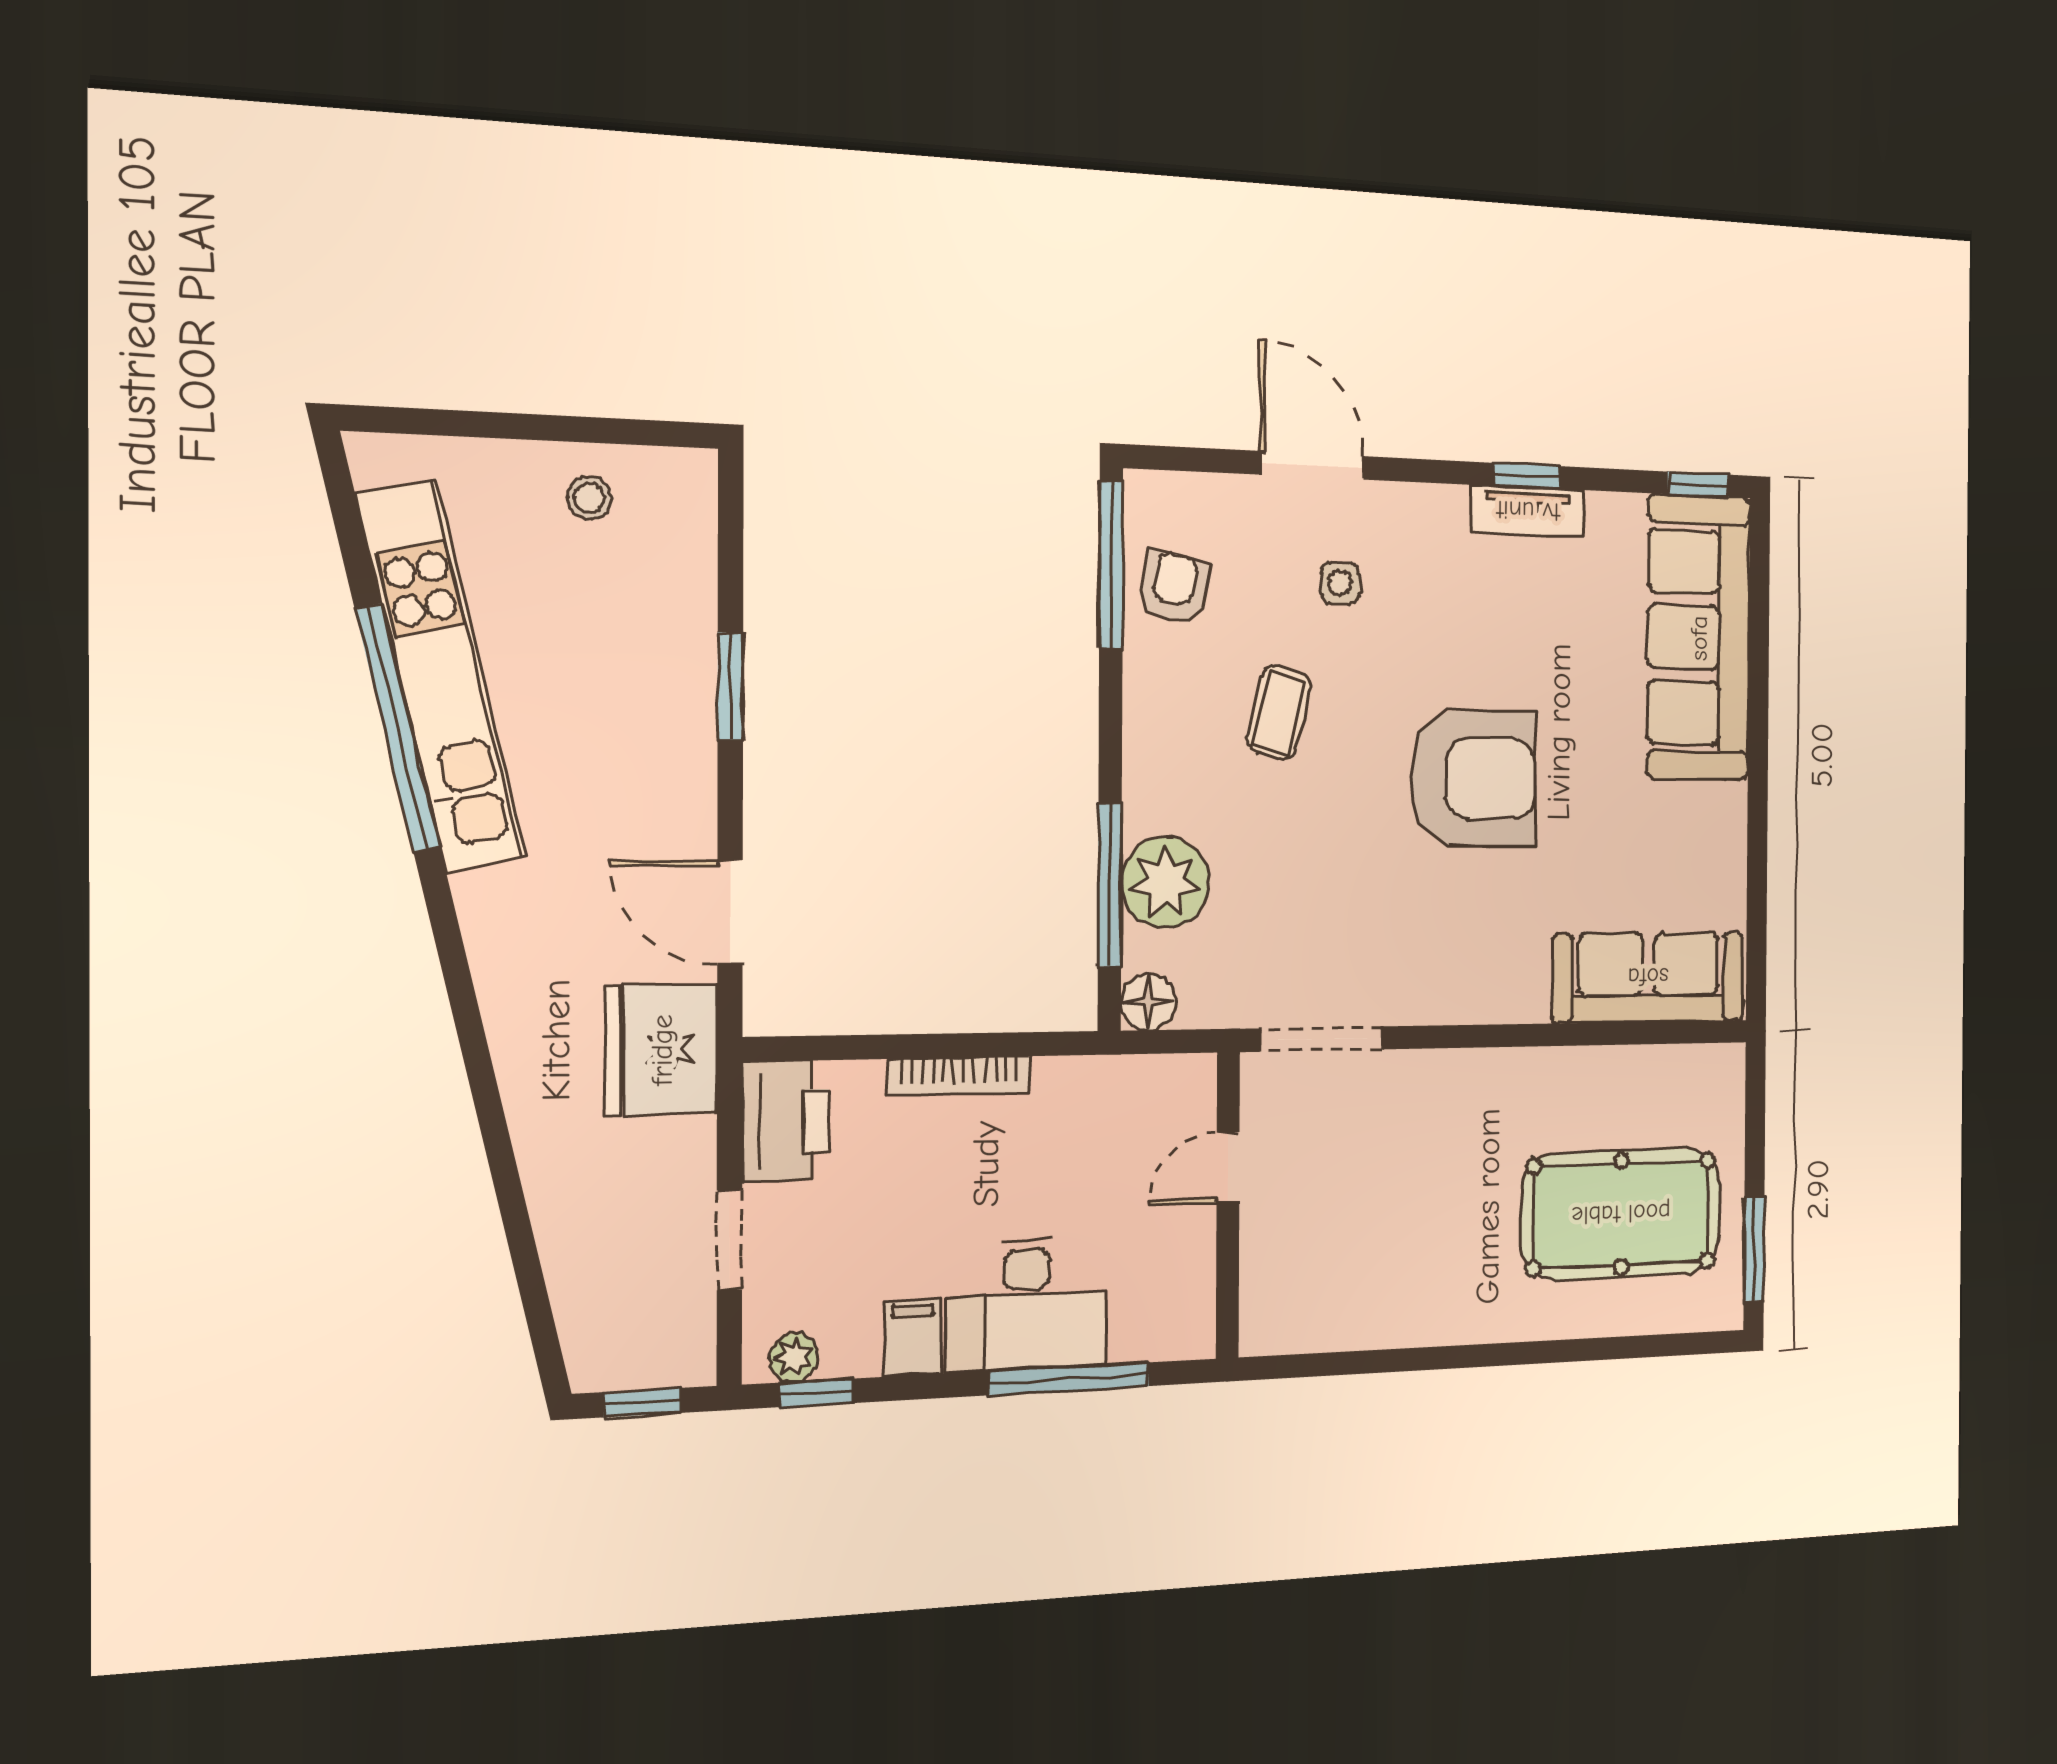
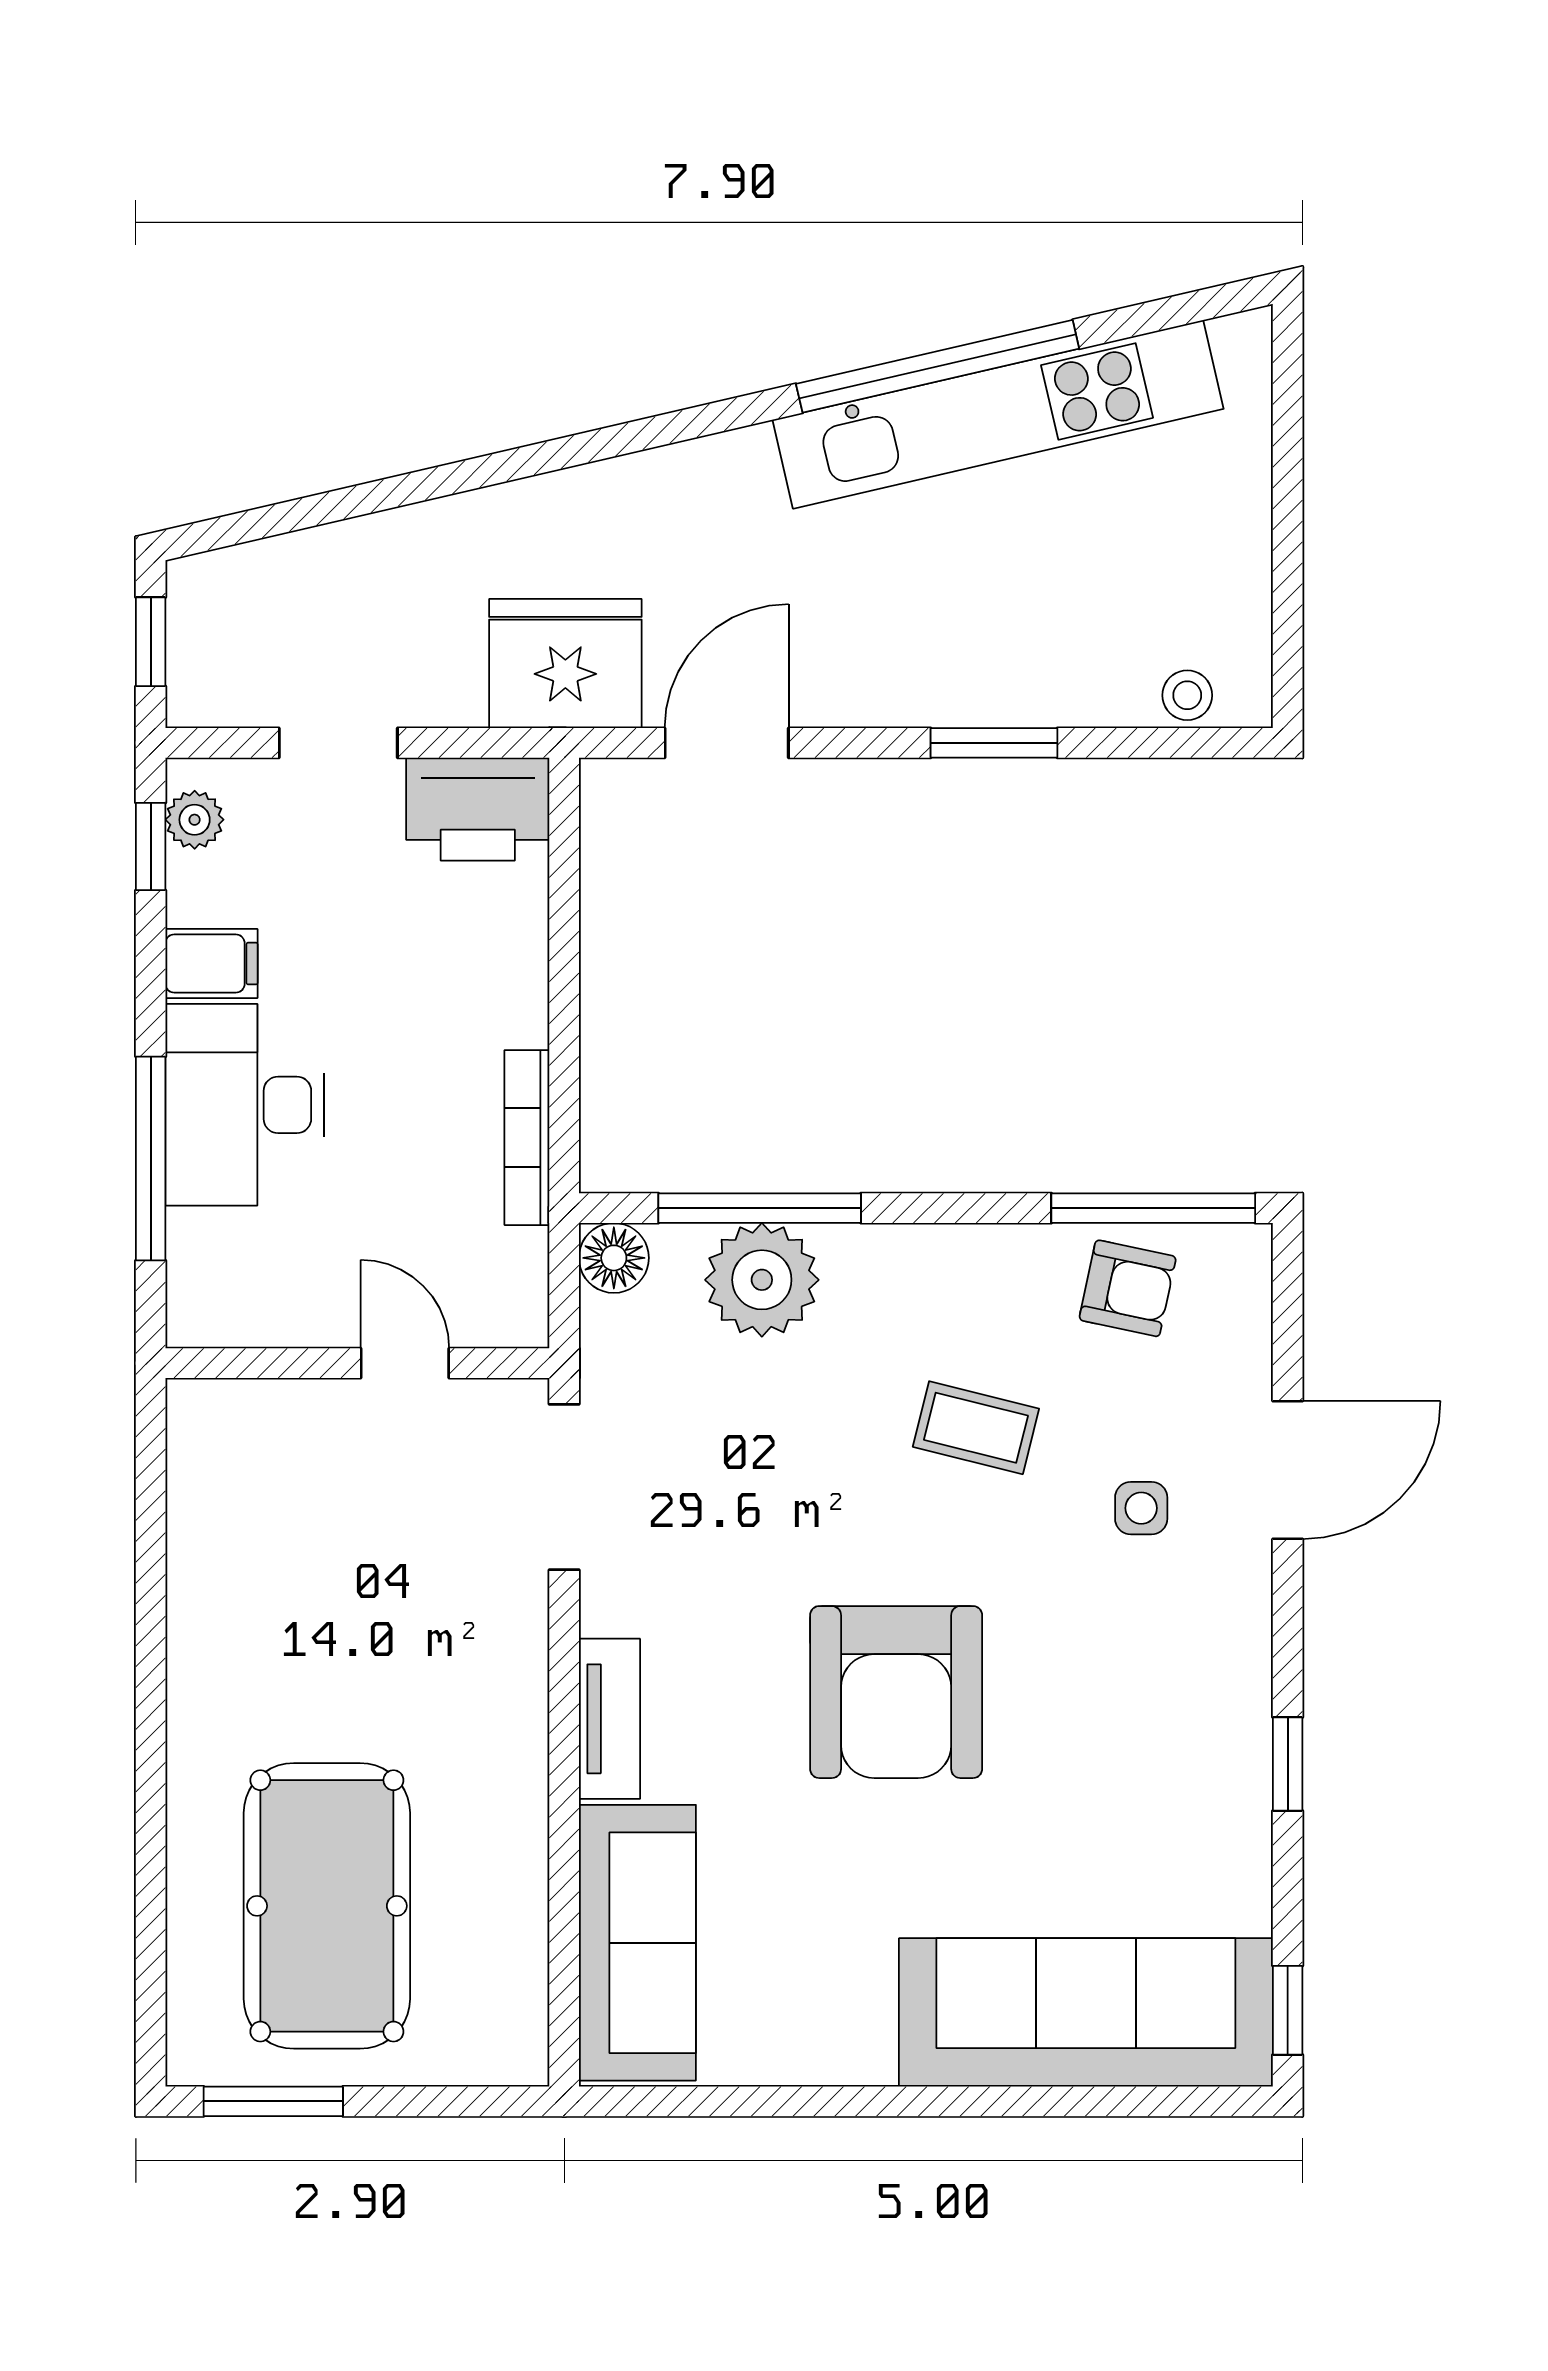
stool: (589, 498) -> (1187, 695), moved
tv unit: (1528, 511) -> (609, 1719), moved, turned 180
bookcase: (959, 1076) -> (527, 1138), moved

